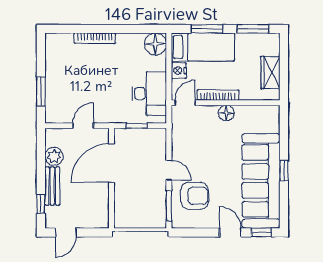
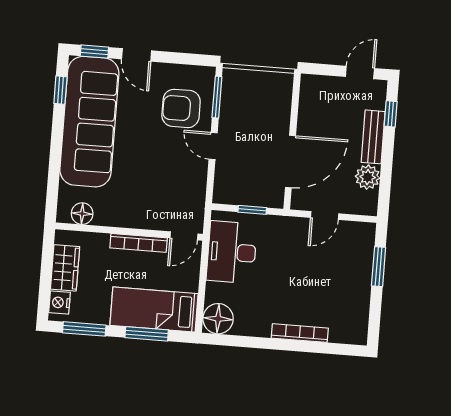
nightstand: (179, 71) -> (59, 302), moved, turned 180
floor lamp: (226, 113) -> (82, 214), moved
window: (284, 171) -> (60, 90), moved

